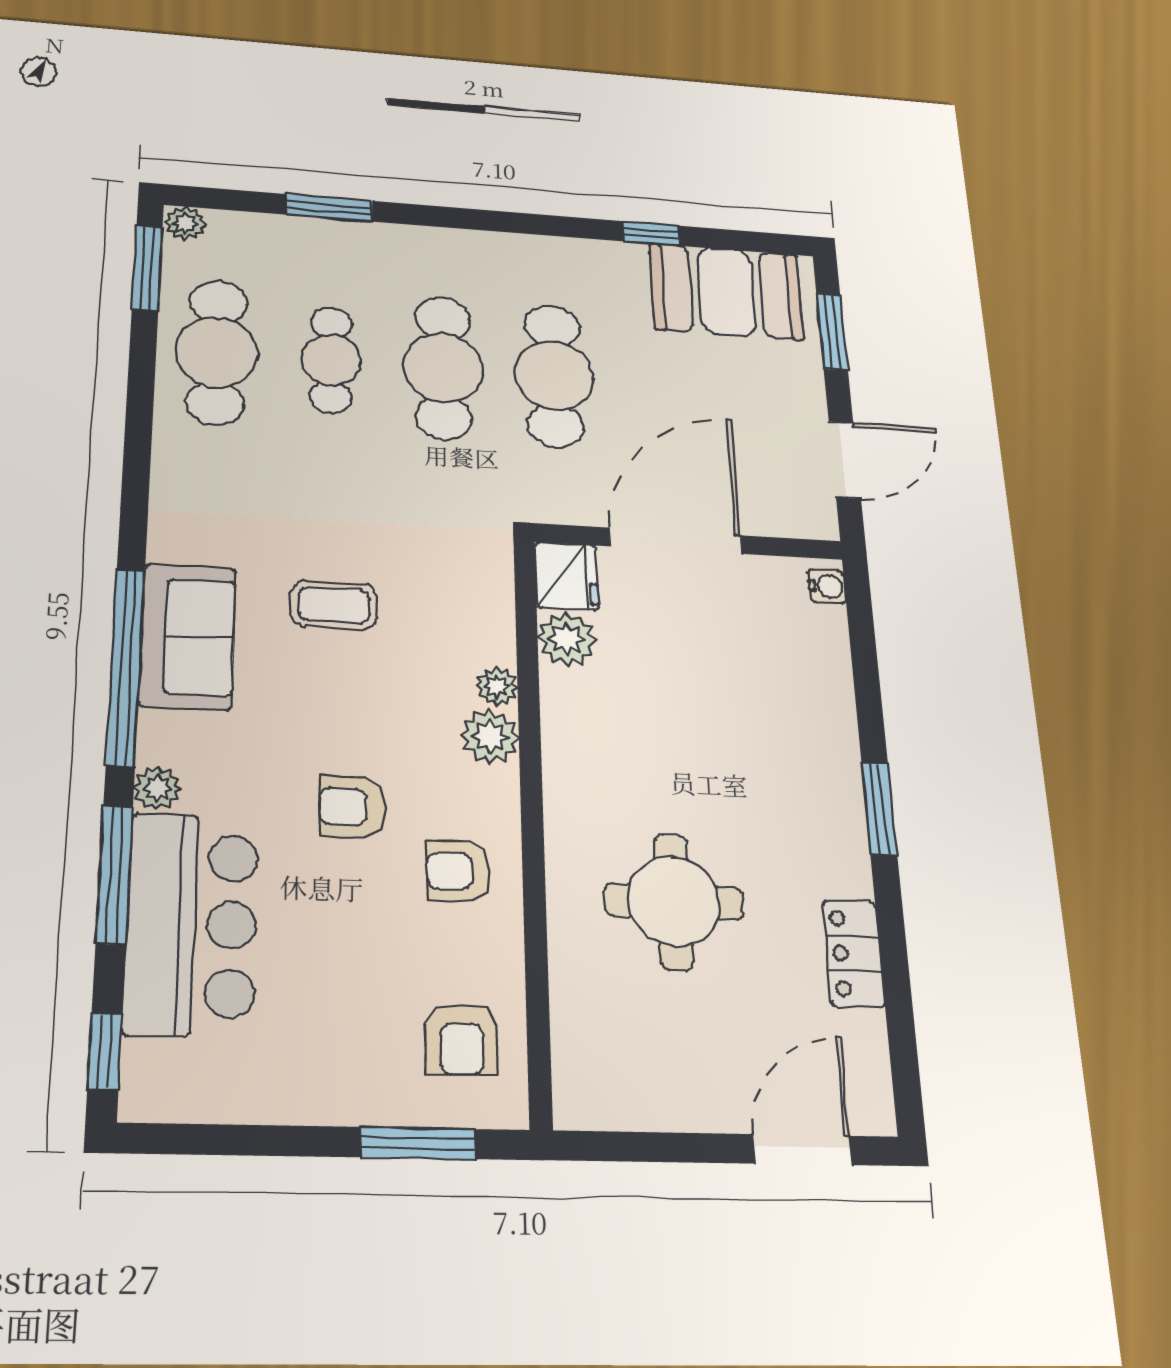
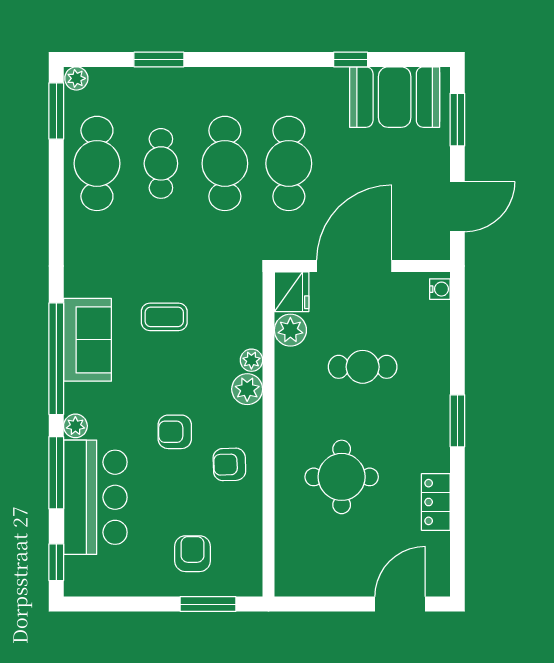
cafe table: (701, 708) -> (363, 367), added
armchair: (462, 1039) -> (192, 554), moved, turned 180

